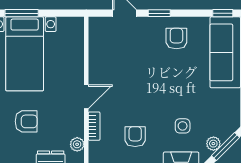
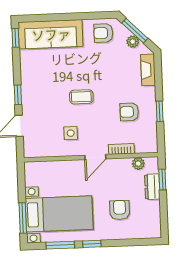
armchair: (176, 38) -> (103, 33), moved
coffee table: (154, 84) -> (81, 97), added
door: (86, 97) -> (95, 157), swing flipped
side table: (183, 126) -> (71, 133), moved

